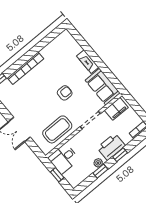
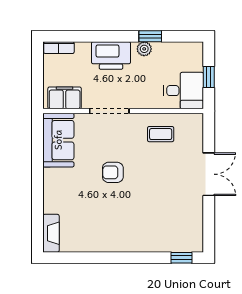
fireplace: (88, 62) -> (51, 233), moved
bookcase: (25, 68) -> (136, 245), removed
coffee table: (57, 129) -> (161, 134), width x0.54, depth x0.58
window: (120, 155) -> (108, 36), removed

